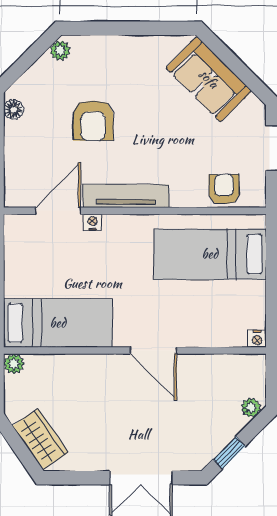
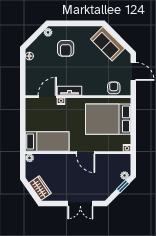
armchair: (93, 121) -> (66, 48), moved
tv unit: (126, 196) -> (69, 91), width x0.71
bed: (210, 254) -> (108, 119), width x1.50
window: (229, 453) -> (123, 186), moved

